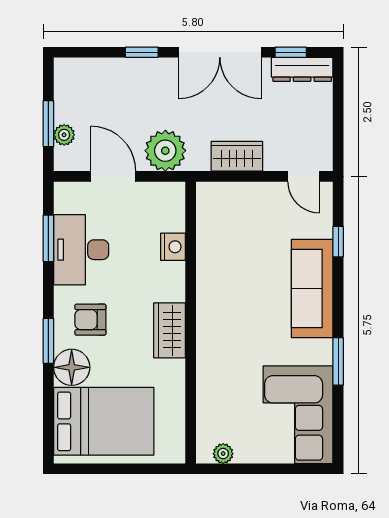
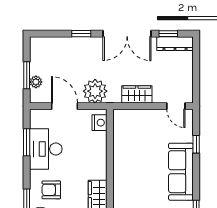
nightstand: (173, 247) -> (100, 123), moved

